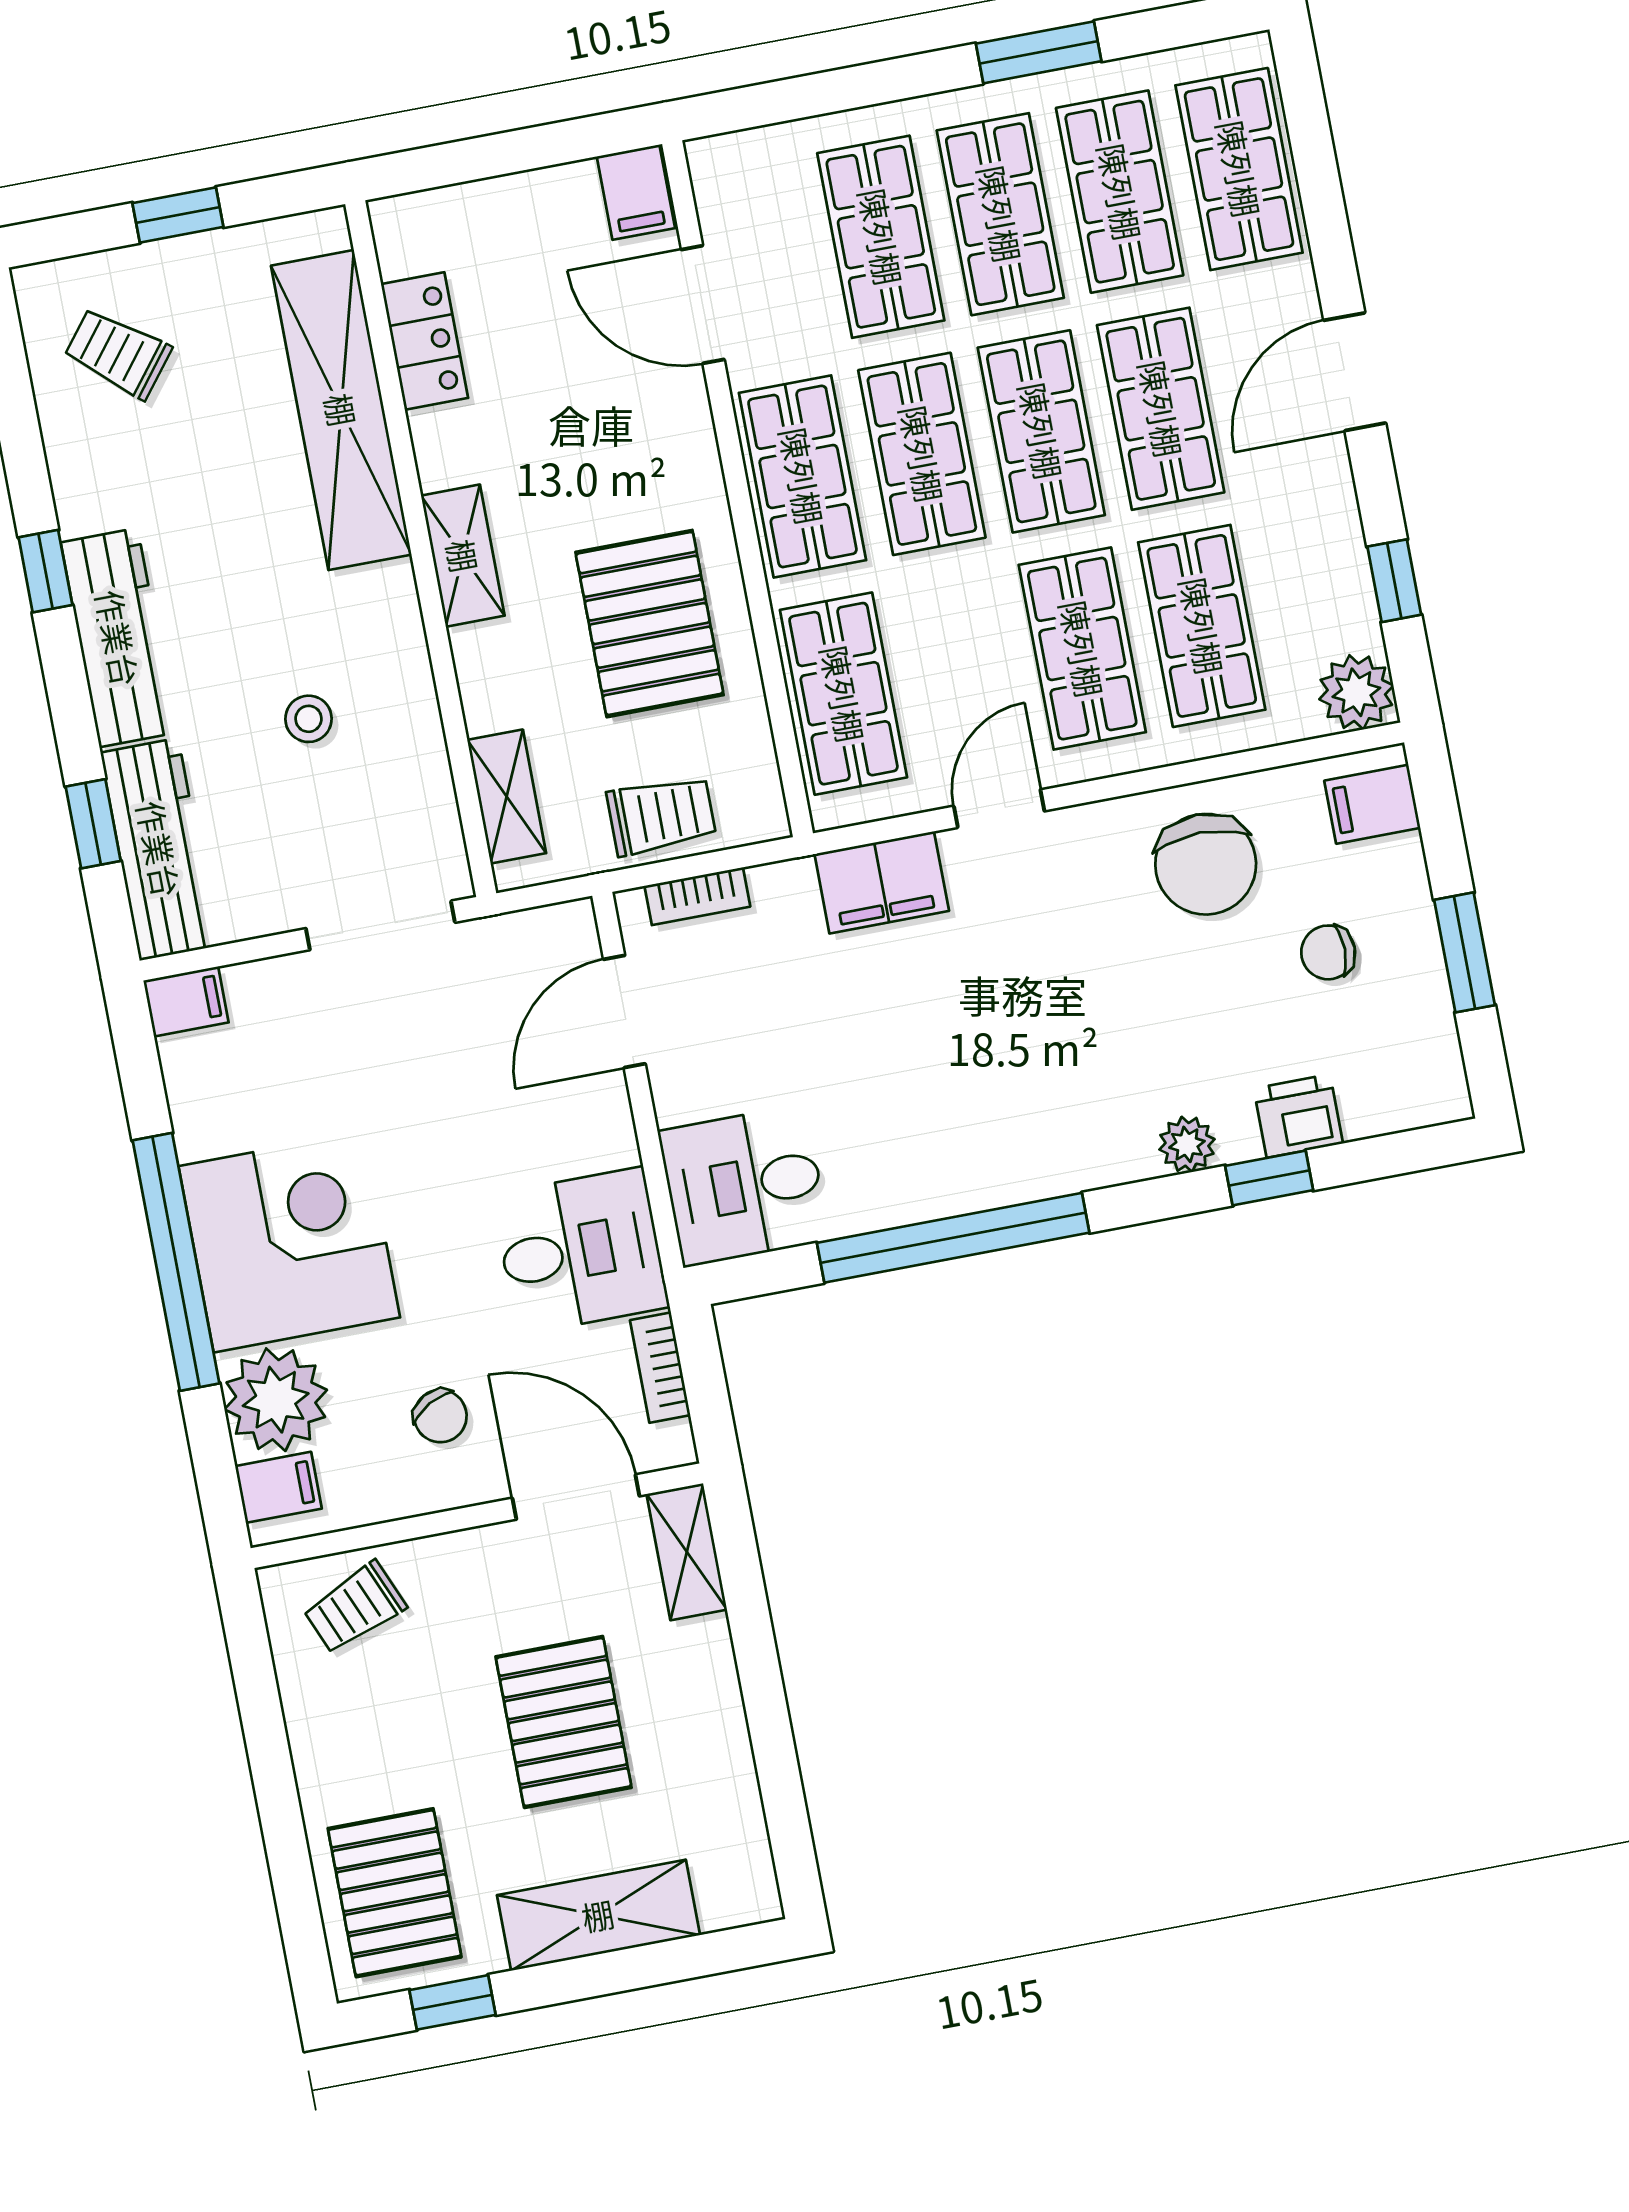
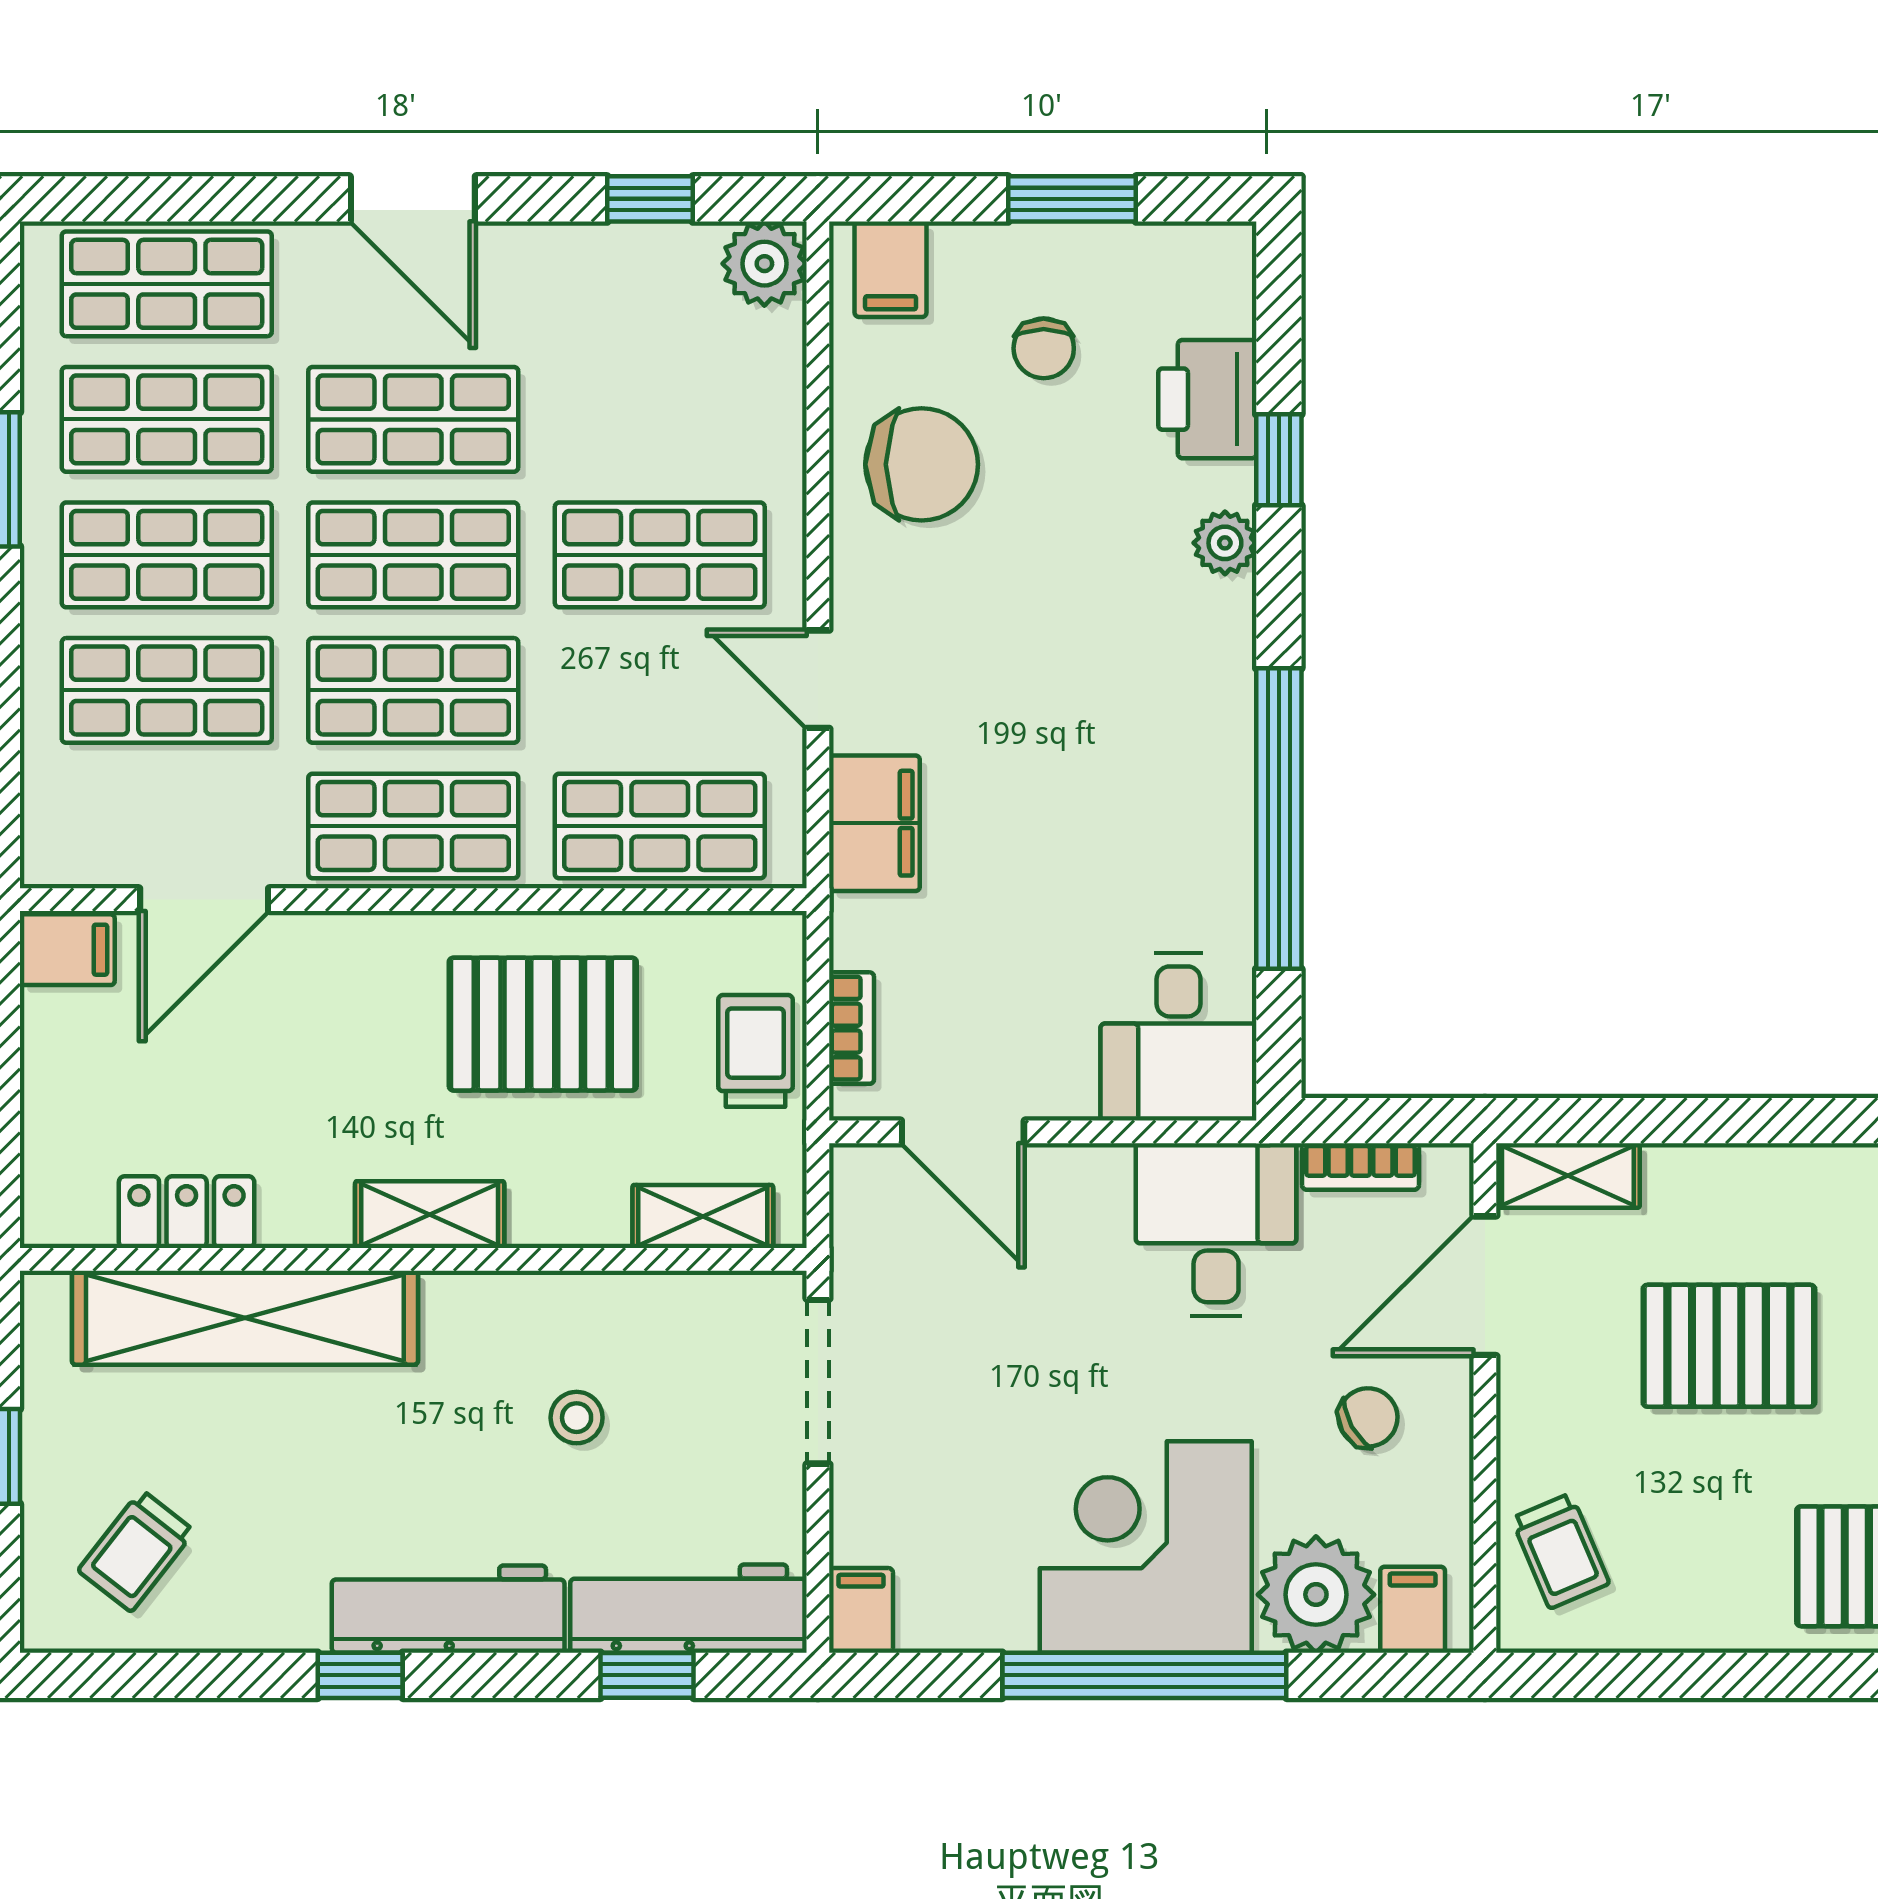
shop shelf: (1202, 626) -> (660, 419), removed
printer: (1298, 1116) -> (1207, 399), width x1.36, depth x1.24

